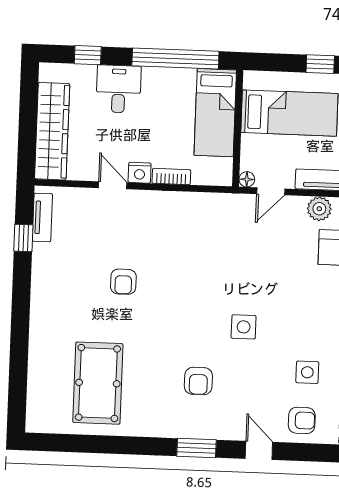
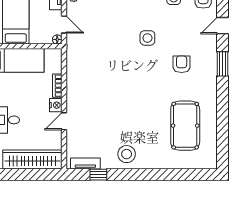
armchair: (123, 282) -> (123, 112), removed
stool: (55, 286) -> (127, 154), added
armchair: (198, 381) -> (182, 64), turned -90
pool table: (98, 383) -> (185, 126), turned 90

